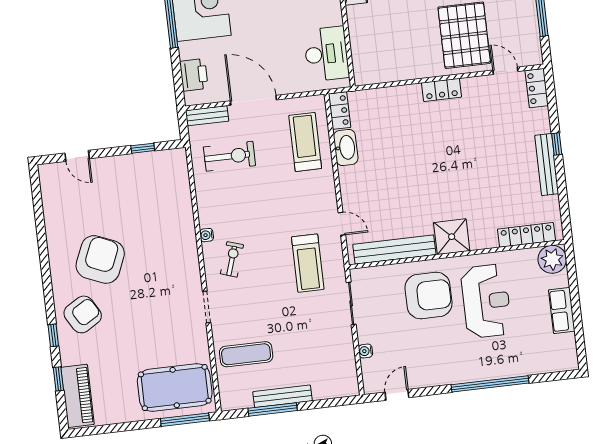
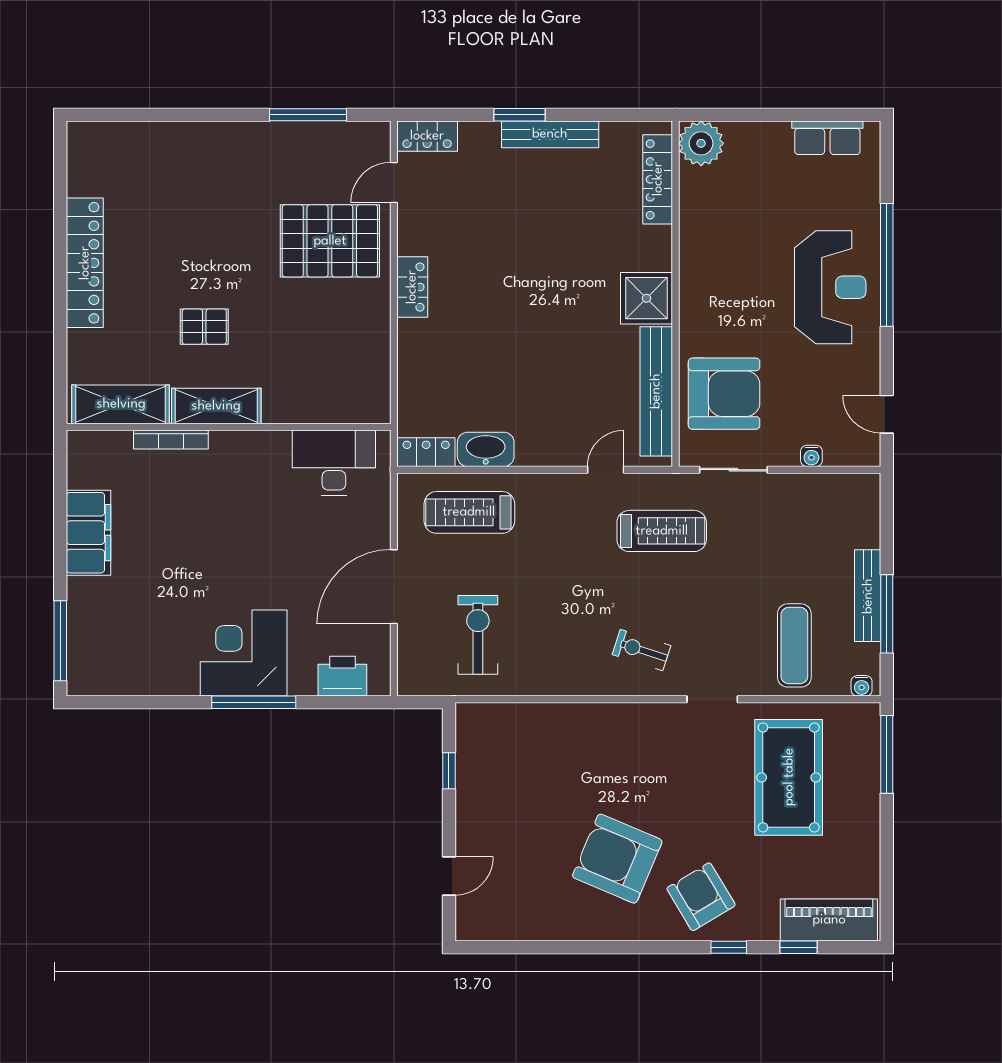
bench: (207, 116) -> (410, 663), removed
window: (557, 144) -> (519, 115), width x1.50
water cooler: (207, 235) -> (862, 686), moved
armchair: (428, 296) -> (724, 394), moved, turned 90
reception desk: (486, 301) -> (830, 287), moved, turned 90
row of seats: (562, 310) -> (827, 138), moved
pool table: (175, 388) -> (789, 777), moved

